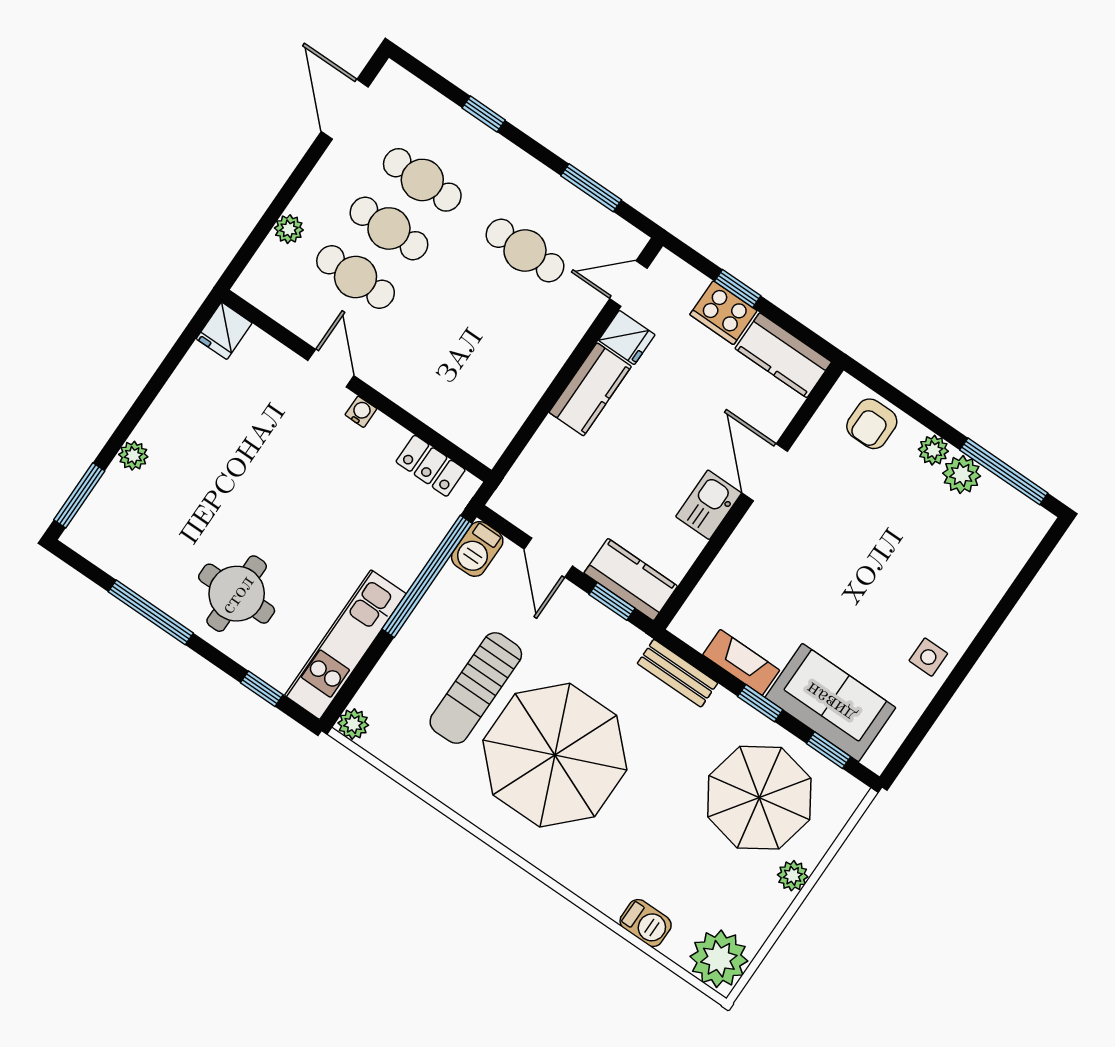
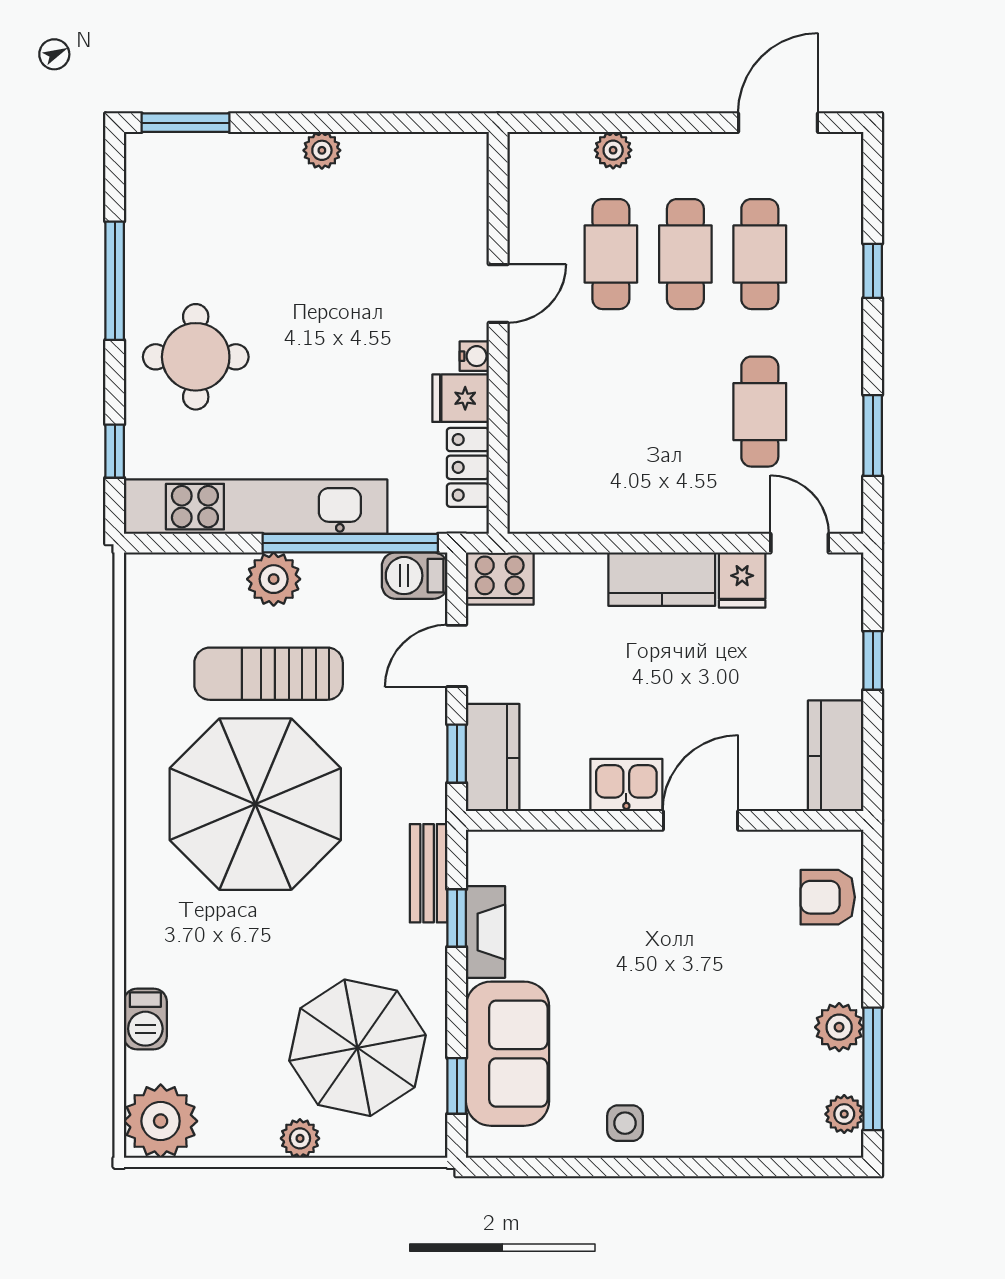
cooker: (723, 313) -> (500, 579), moved, turned -90
fridge: (224, 331) -> (461, 398), moved
plant: (933, 450) -> (844, 1114), moved
plant: (133, 456) -> (322, 150), moved
kitchen unit: (345, 645) -> (256, 507), width x1.36
window: (760, 703) -> (457, 918), moved
plant: (353, 724) -> (274, 579), moved, width x1.38, depth x1.38

